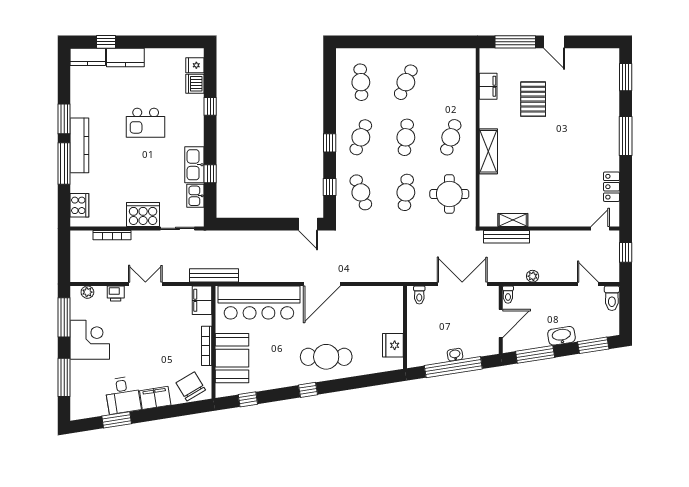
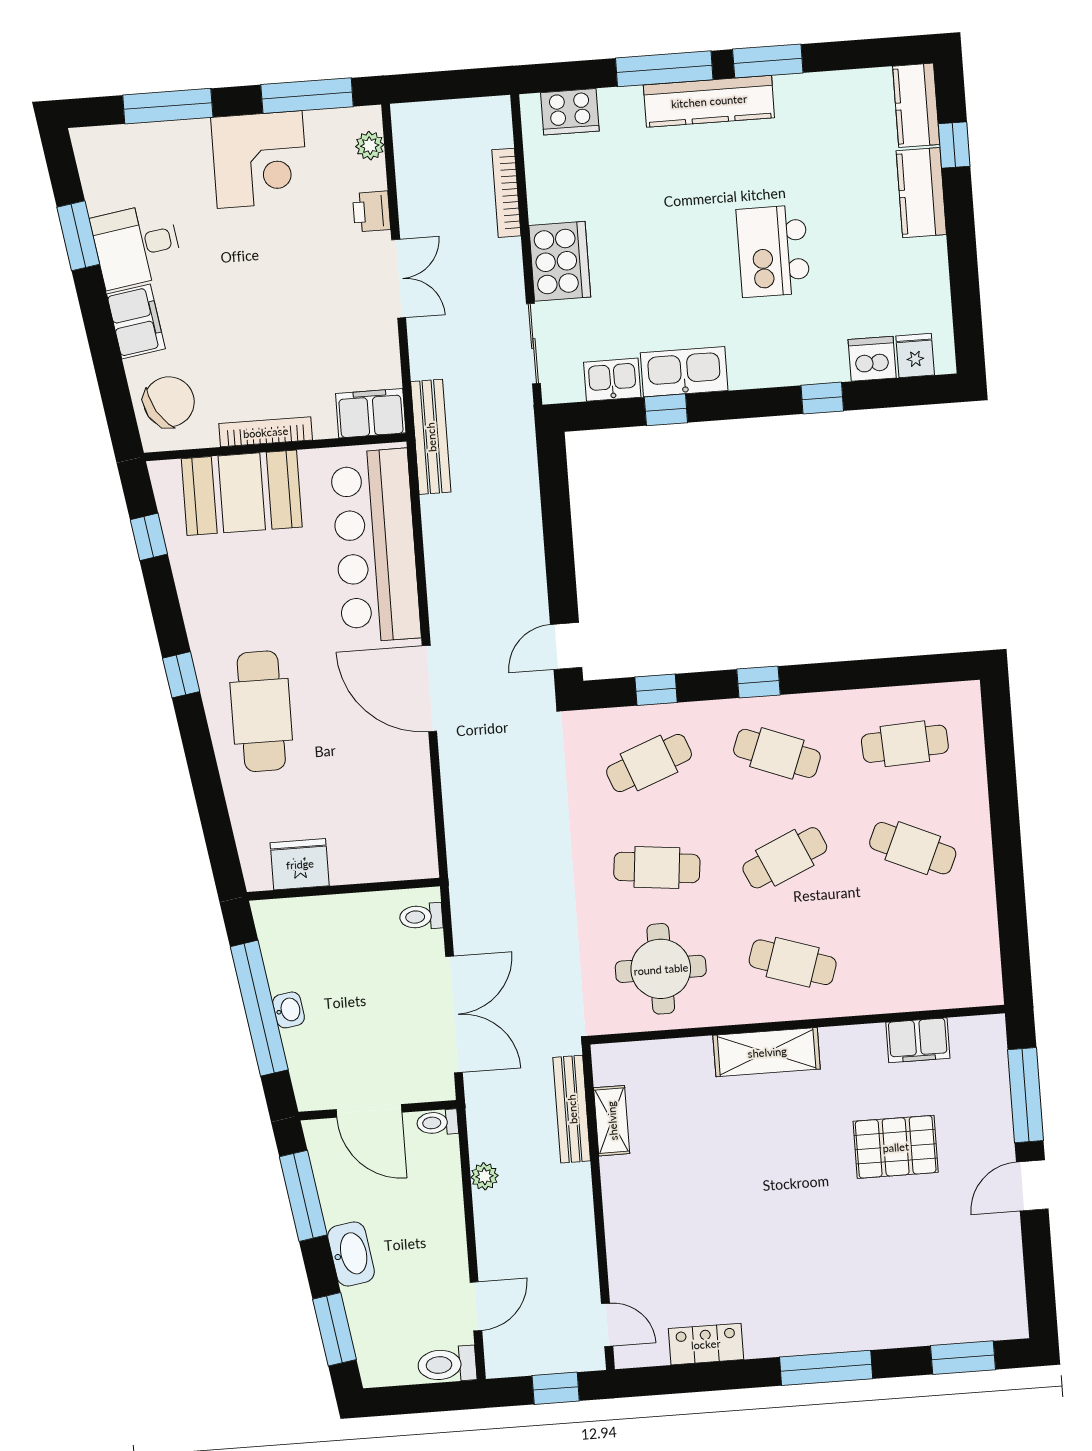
cafe table: (406, 137) -> (785, 858), turned -30

